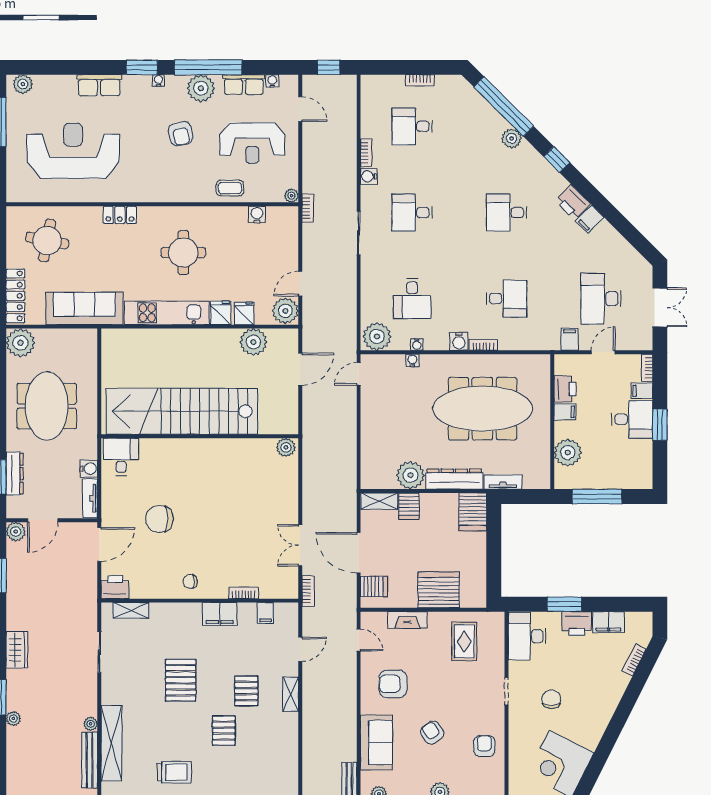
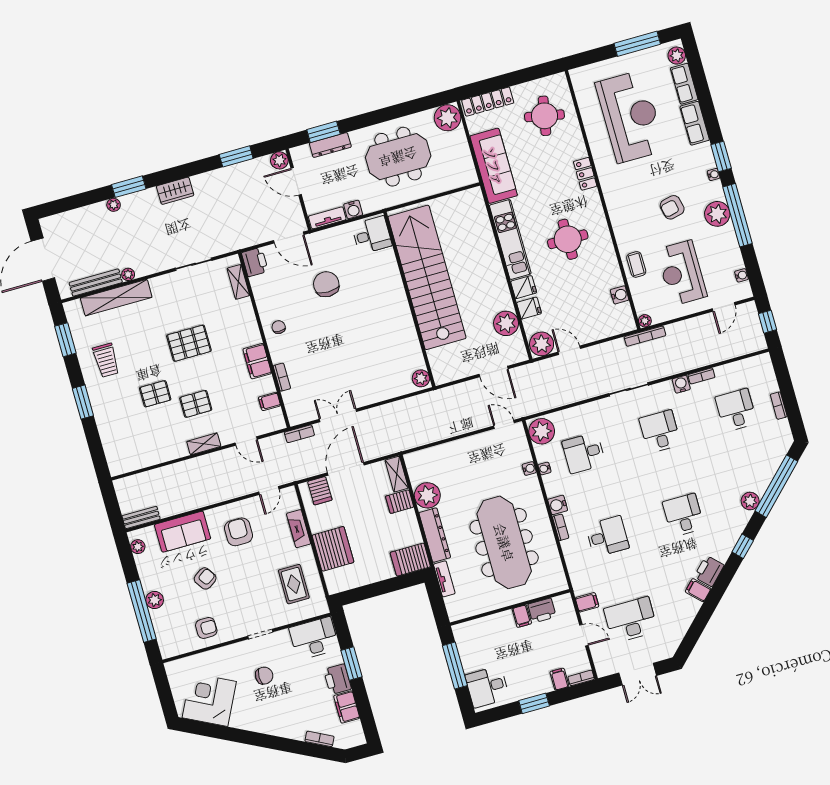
row of seats: (244, 85) -> (684, 84), moved
bookcase: (308, 208) -> (645, 336), width x1.56
desk: (507, 299) -> (607, 536), turned -90
desk: (632, 419) -> (487, 687), moved, turned 90
plant: (568, 453) -> (486, 629), removed
rug: (464, 641) -> (294, 584), turned 90

